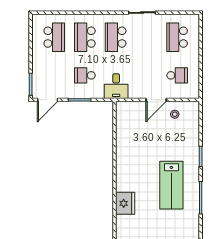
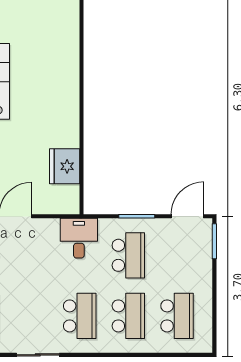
school desk: (54, 37) -> (177, 316), turned 180
school desk: (85, 75) -> (128, 255), width x1.85
fridge: (125, 203) -> (65, 166), moved

